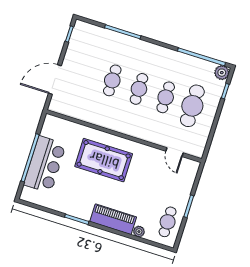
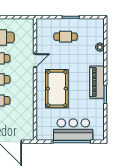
door: (175, 152) -> (35, 60), moved
piano: (113, 219) -> (97, 82), moved
cafe table: (168, 222) -> (65, 37), moved

